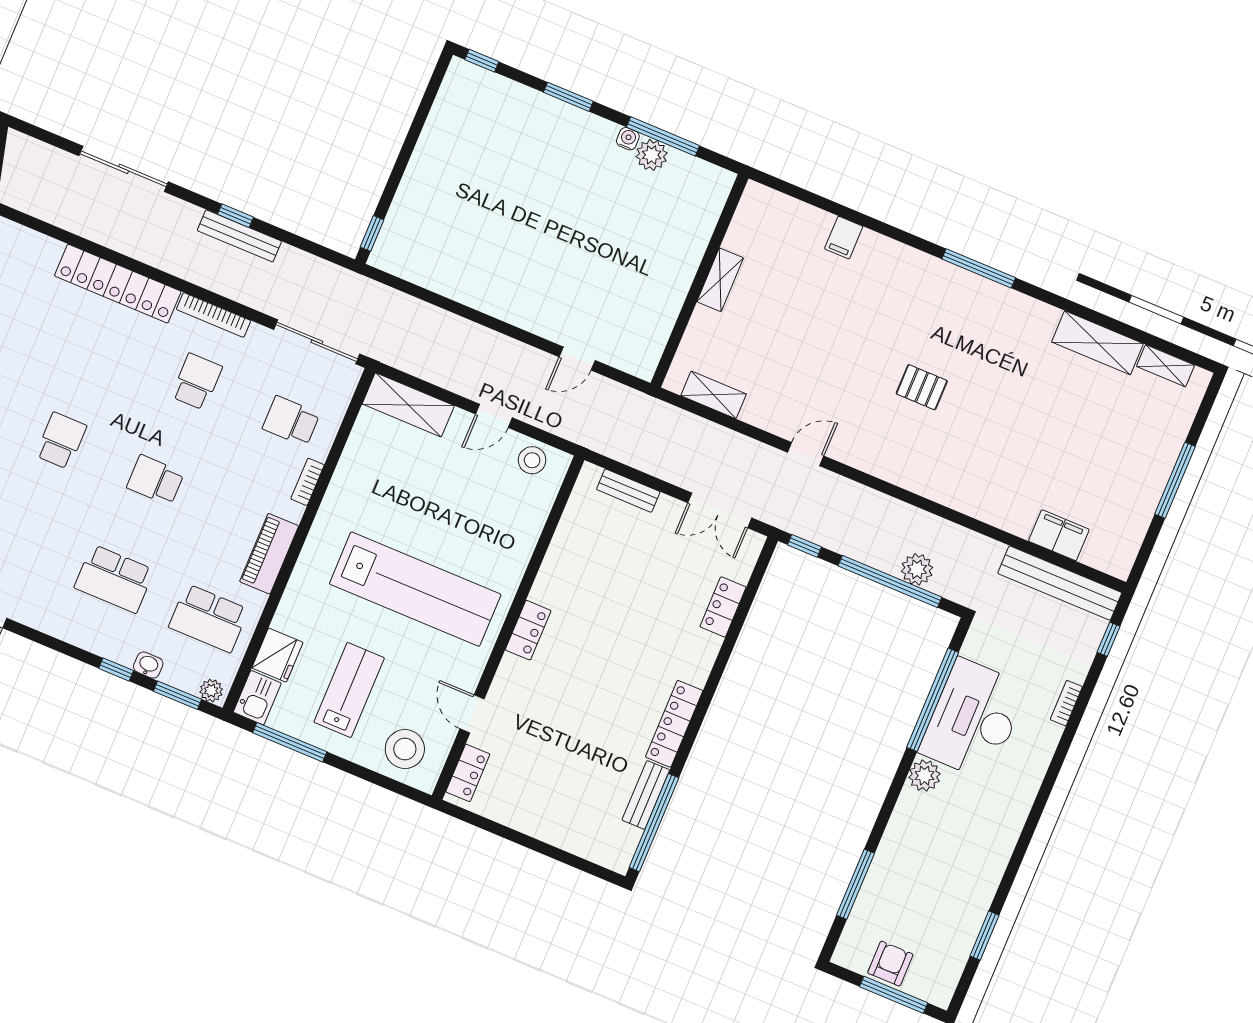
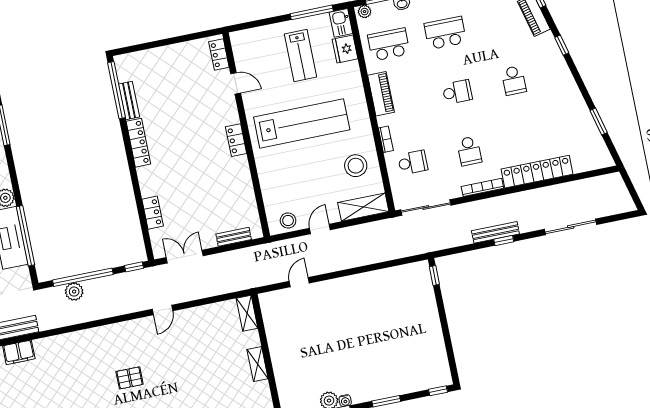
shelving: (714, 395) -> (247, 313), moved, turned 90
lab bench: (415, 589) -> (302, 123), turned 180
stool: (405, 749) -> (356, 166), moved

